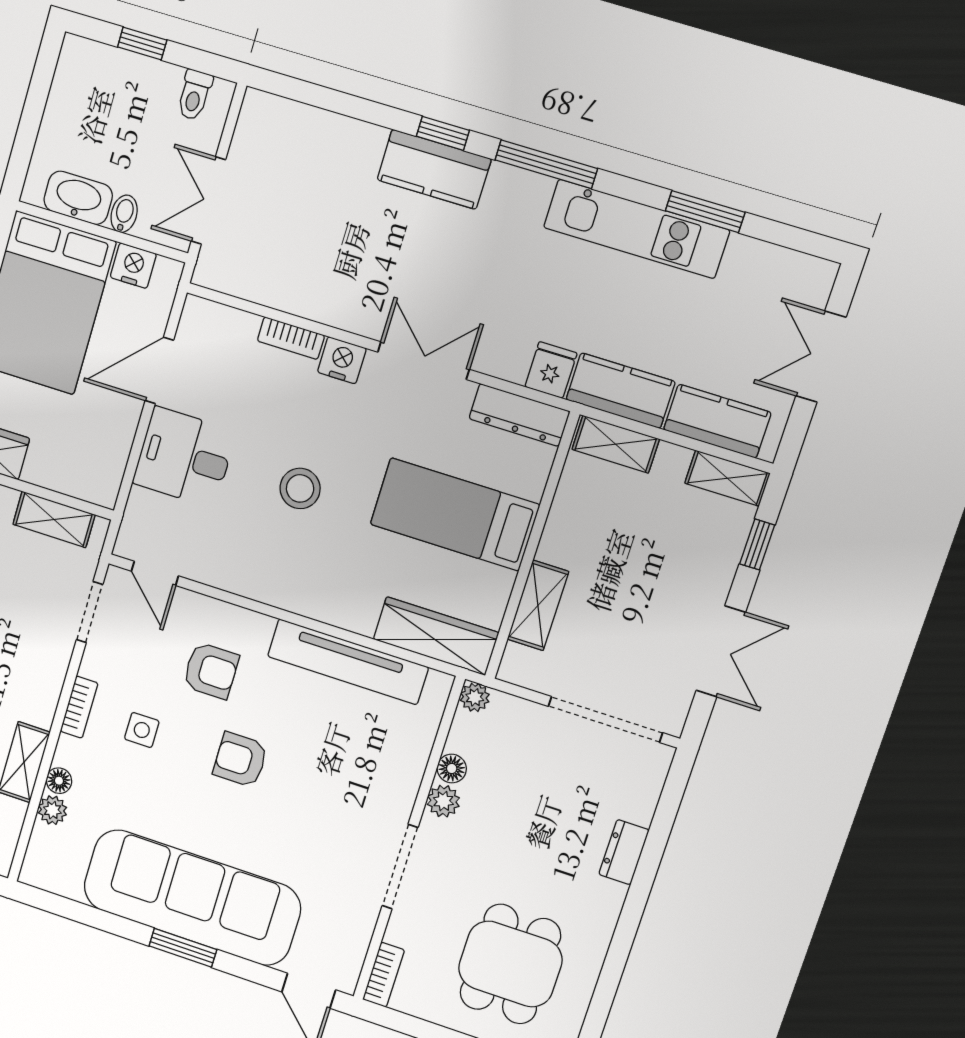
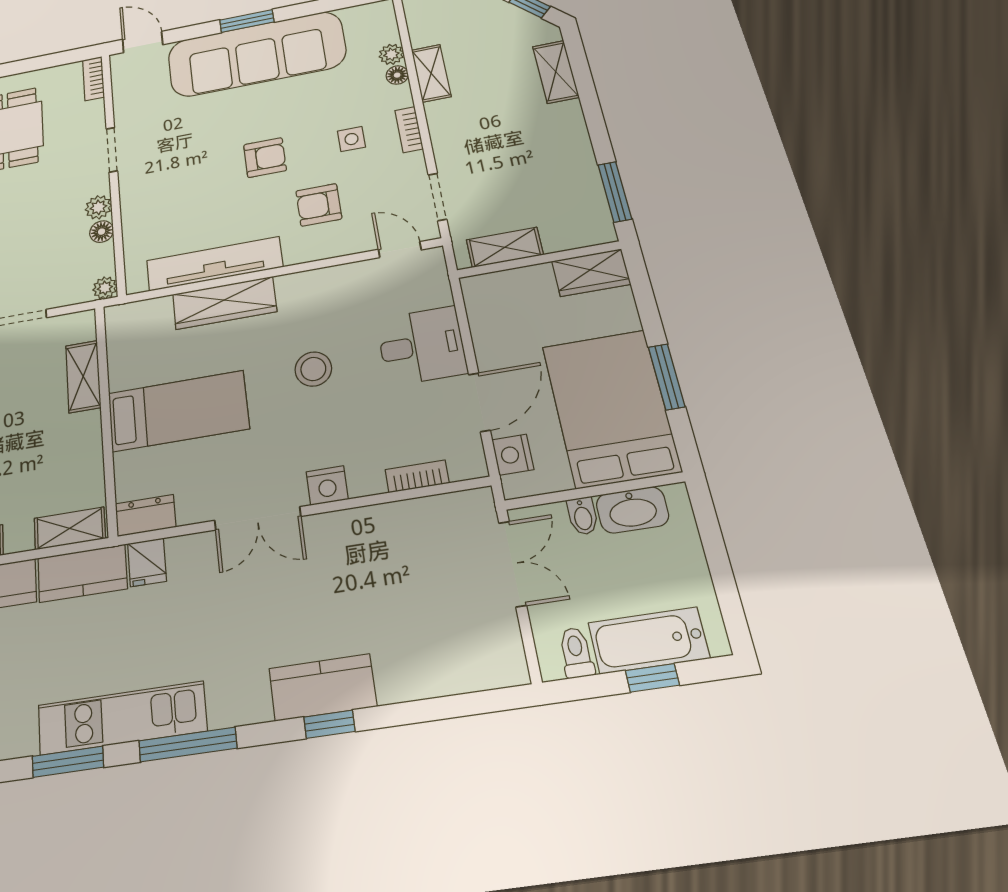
bathtub: (128, 76) -> (649, 640), added
window: (546, 164) -> (188, 745), moved
nightstand: (133, 266) -> (513, 455), moved, turned 90
bookcase: (291, 338) -> (417, 476), moved
dresser: (519, 415) -> (145, 515), width x0.70
wardrobe: (436, 636) -> (224, 303), moved
doorway: (400, 867) -> (112, 150), width x0.73

